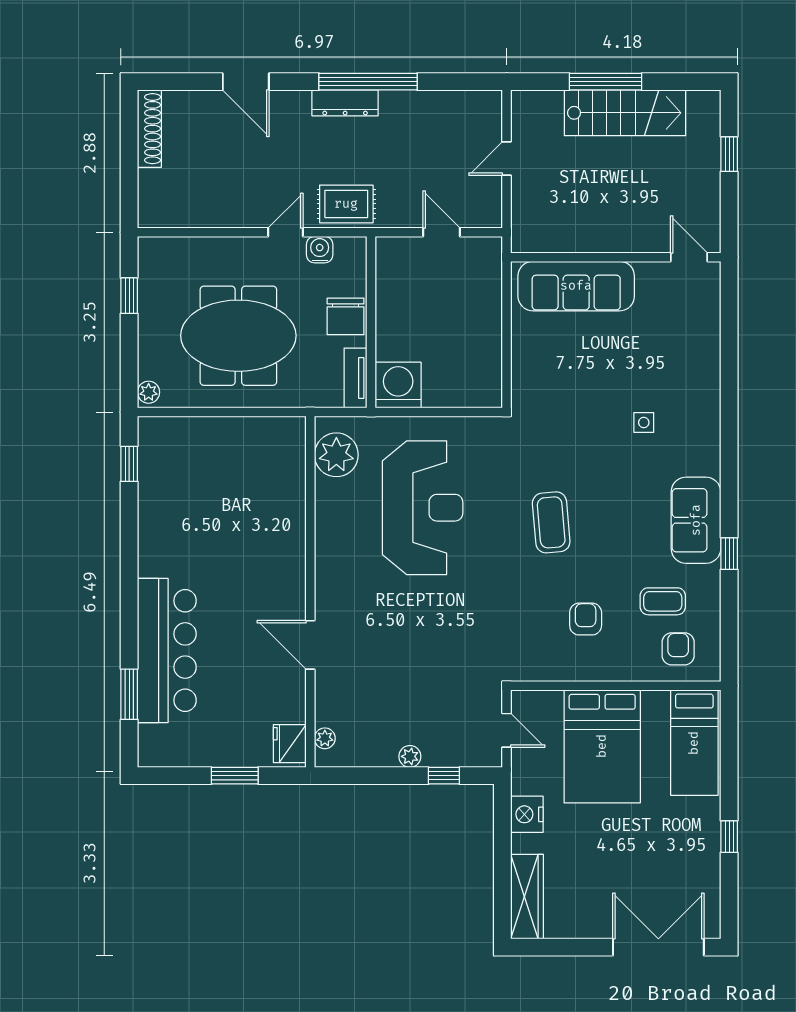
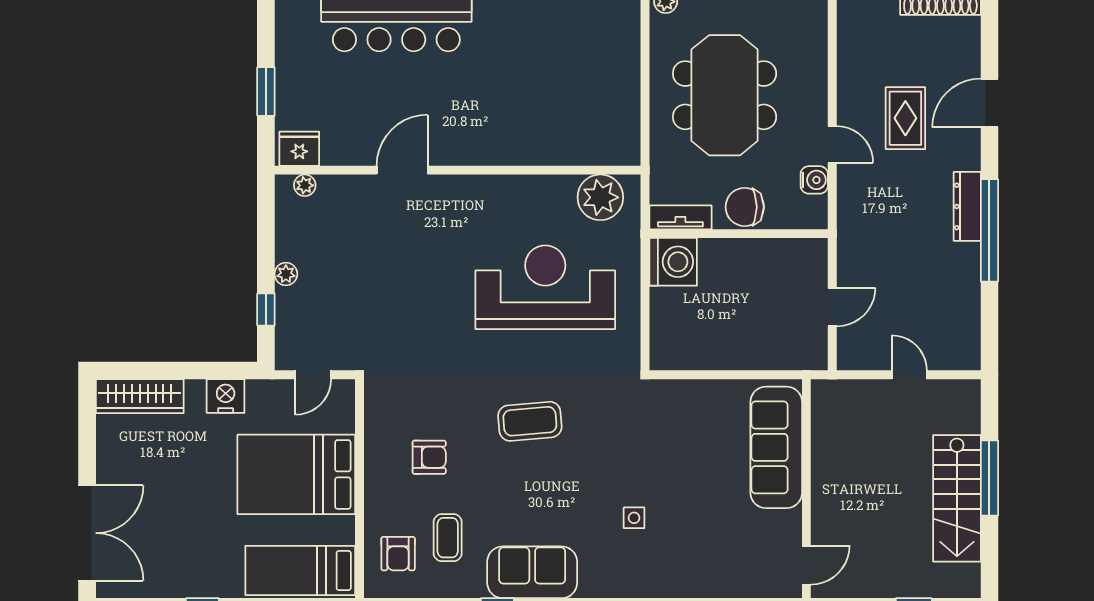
rug: (346, 204) -> (905, 118), moved
reception desk: (423, 508) -> (545, 287), turned 180
armchair: (678, 649) -> (398, 554), turned 90

